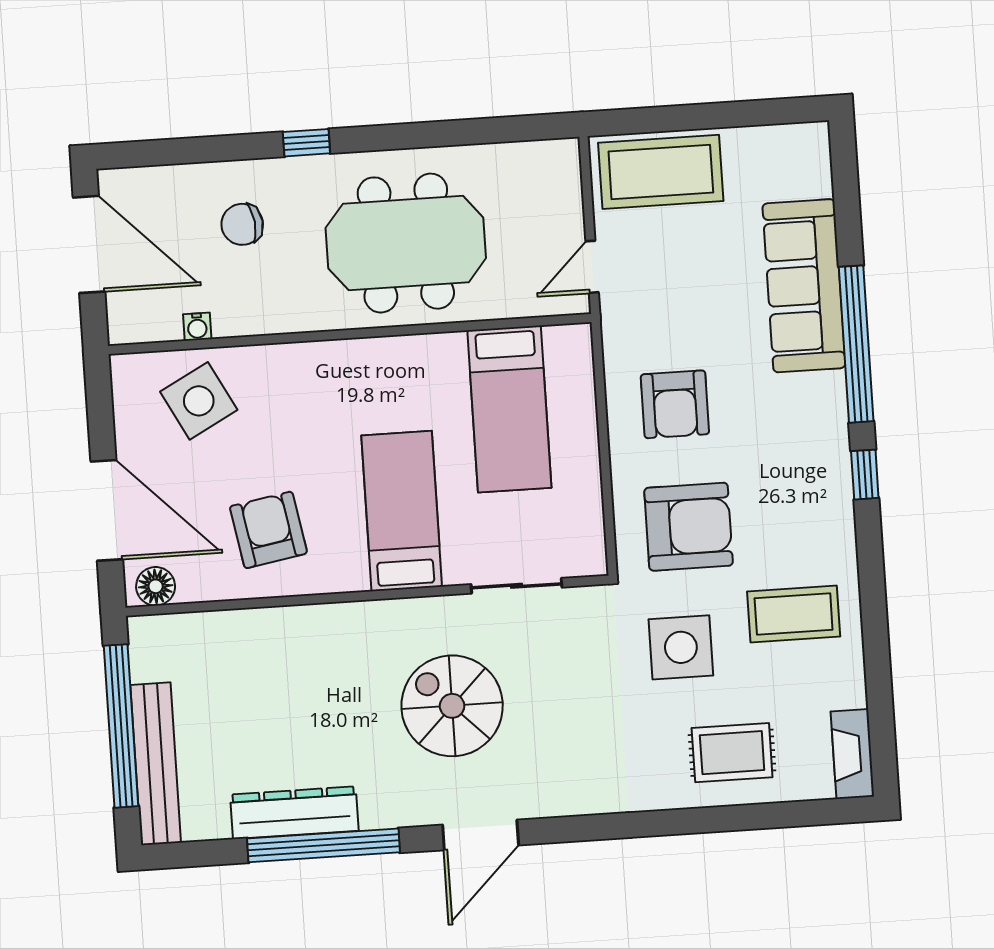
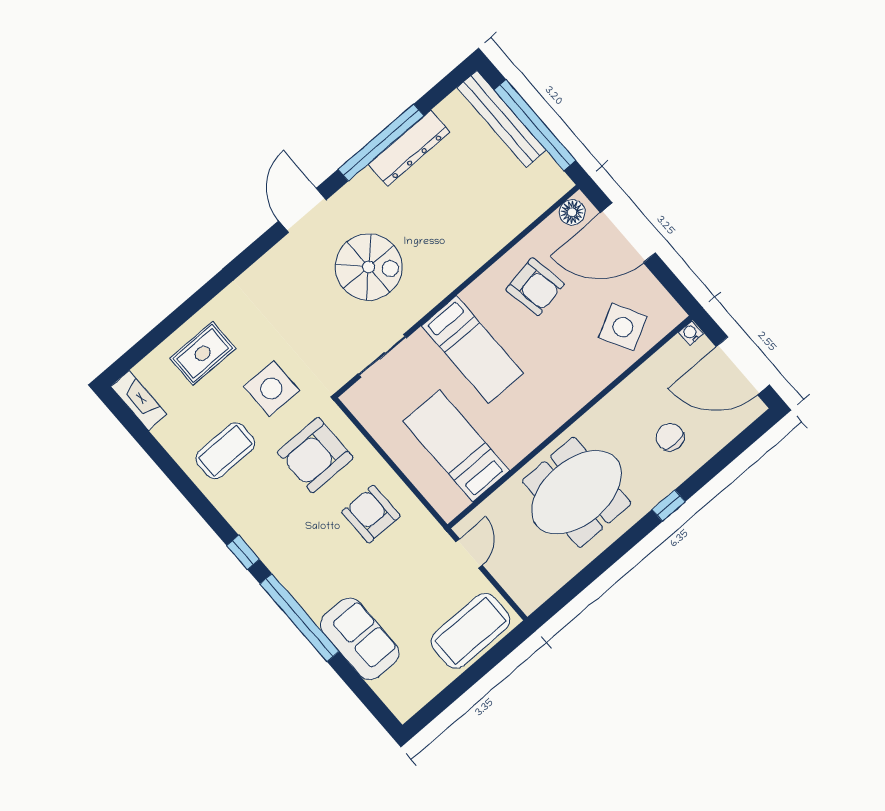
chair: (242, 224) -> (670, 437), turned -83
sofa: (804, 286) -> (360, 639), width x0.73
water cooler: (197, 327) -> (691, 333), moved

